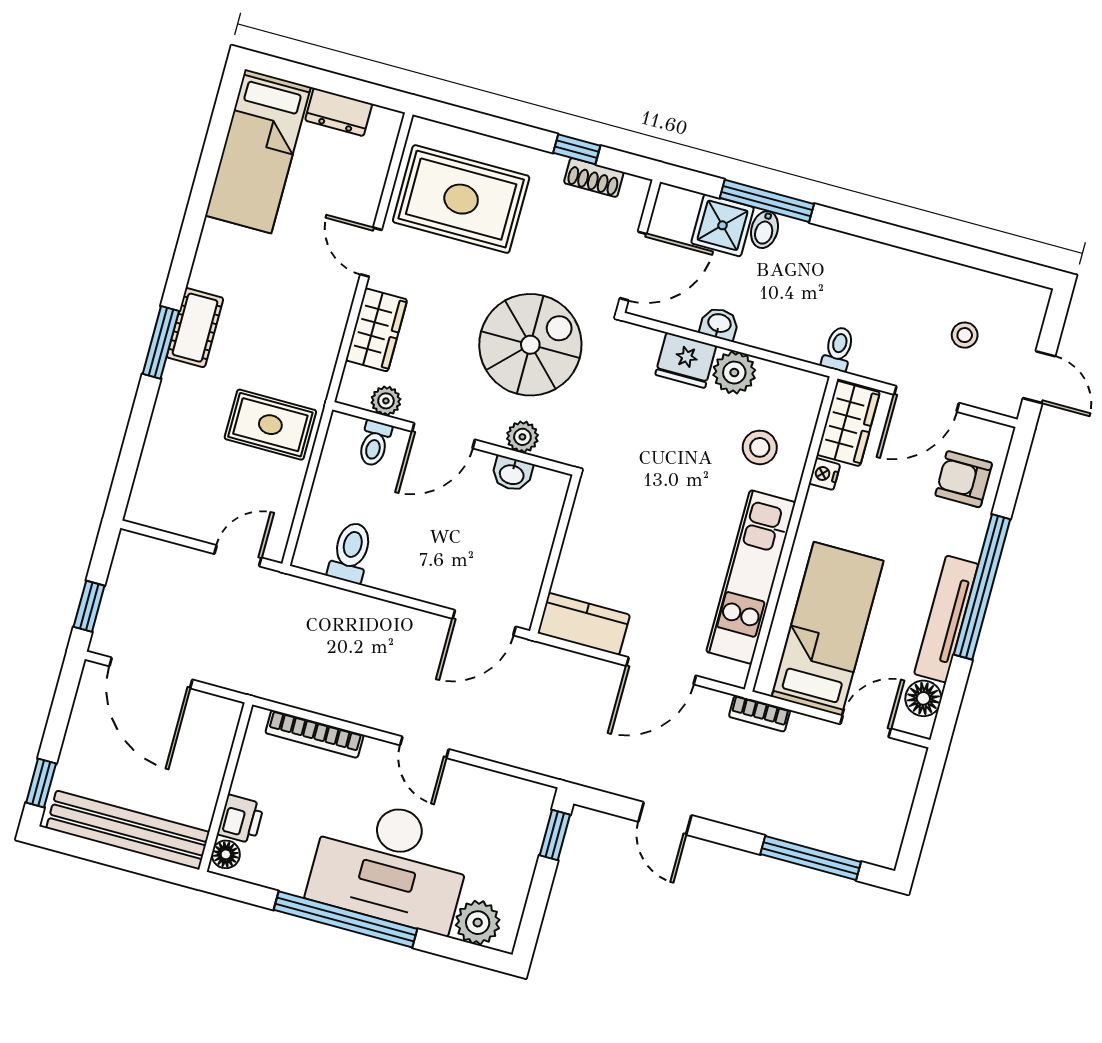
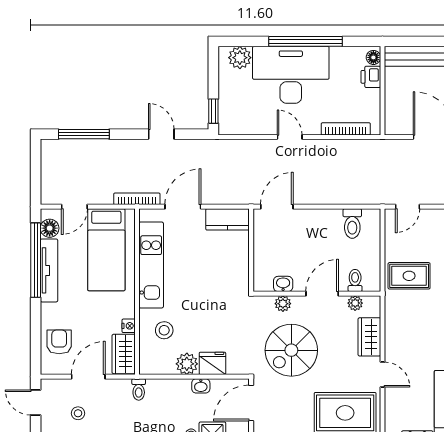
armchair: (964, 479) -> (59, 342), turned -90
window: (982, 587) -> (36, 260), moved
bookcase: (760, 713) -> (137, 199), width x1.56

